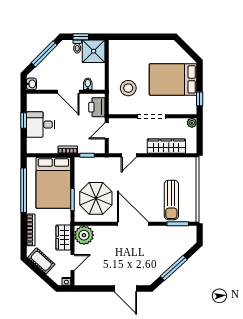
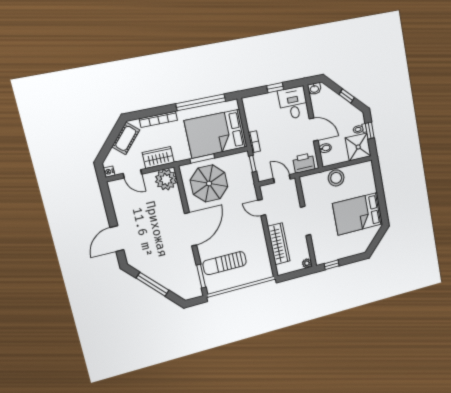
window: (44, 54) -> (347, 96), width x0.46
bed: (173, 79) -> (358, 214), moved, turned -90
stool: (128, 88) -> (336, 178), moved
door: (68, 92) -> (314, 130), swing flipped
desk: (41, 125) -> (293, 103), moved

